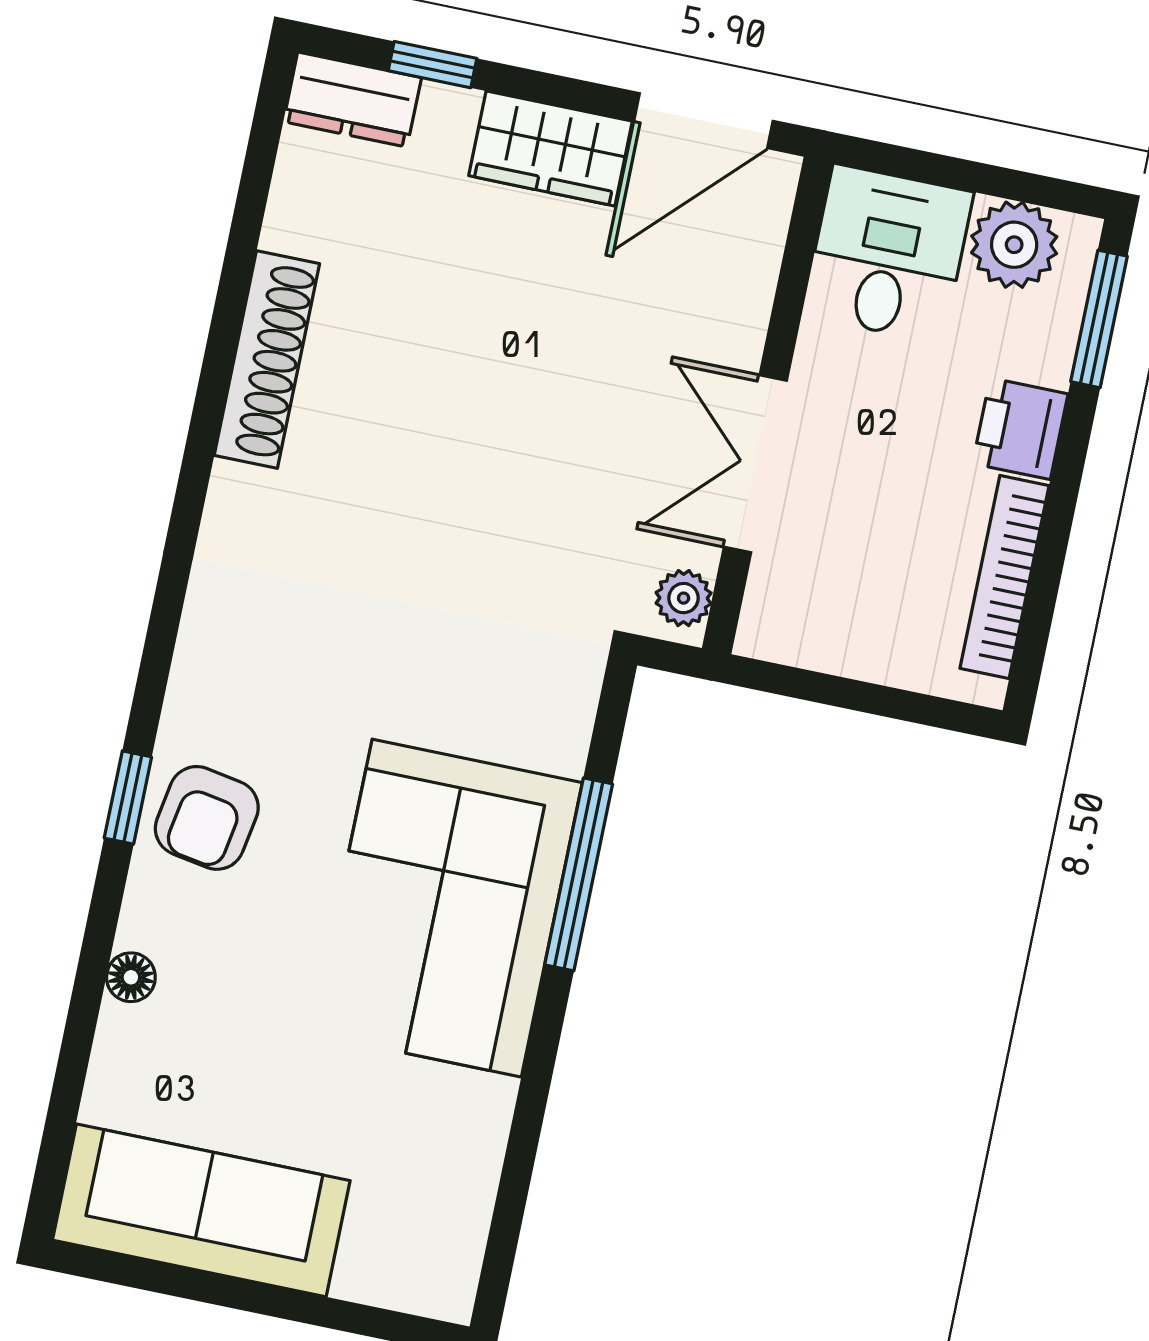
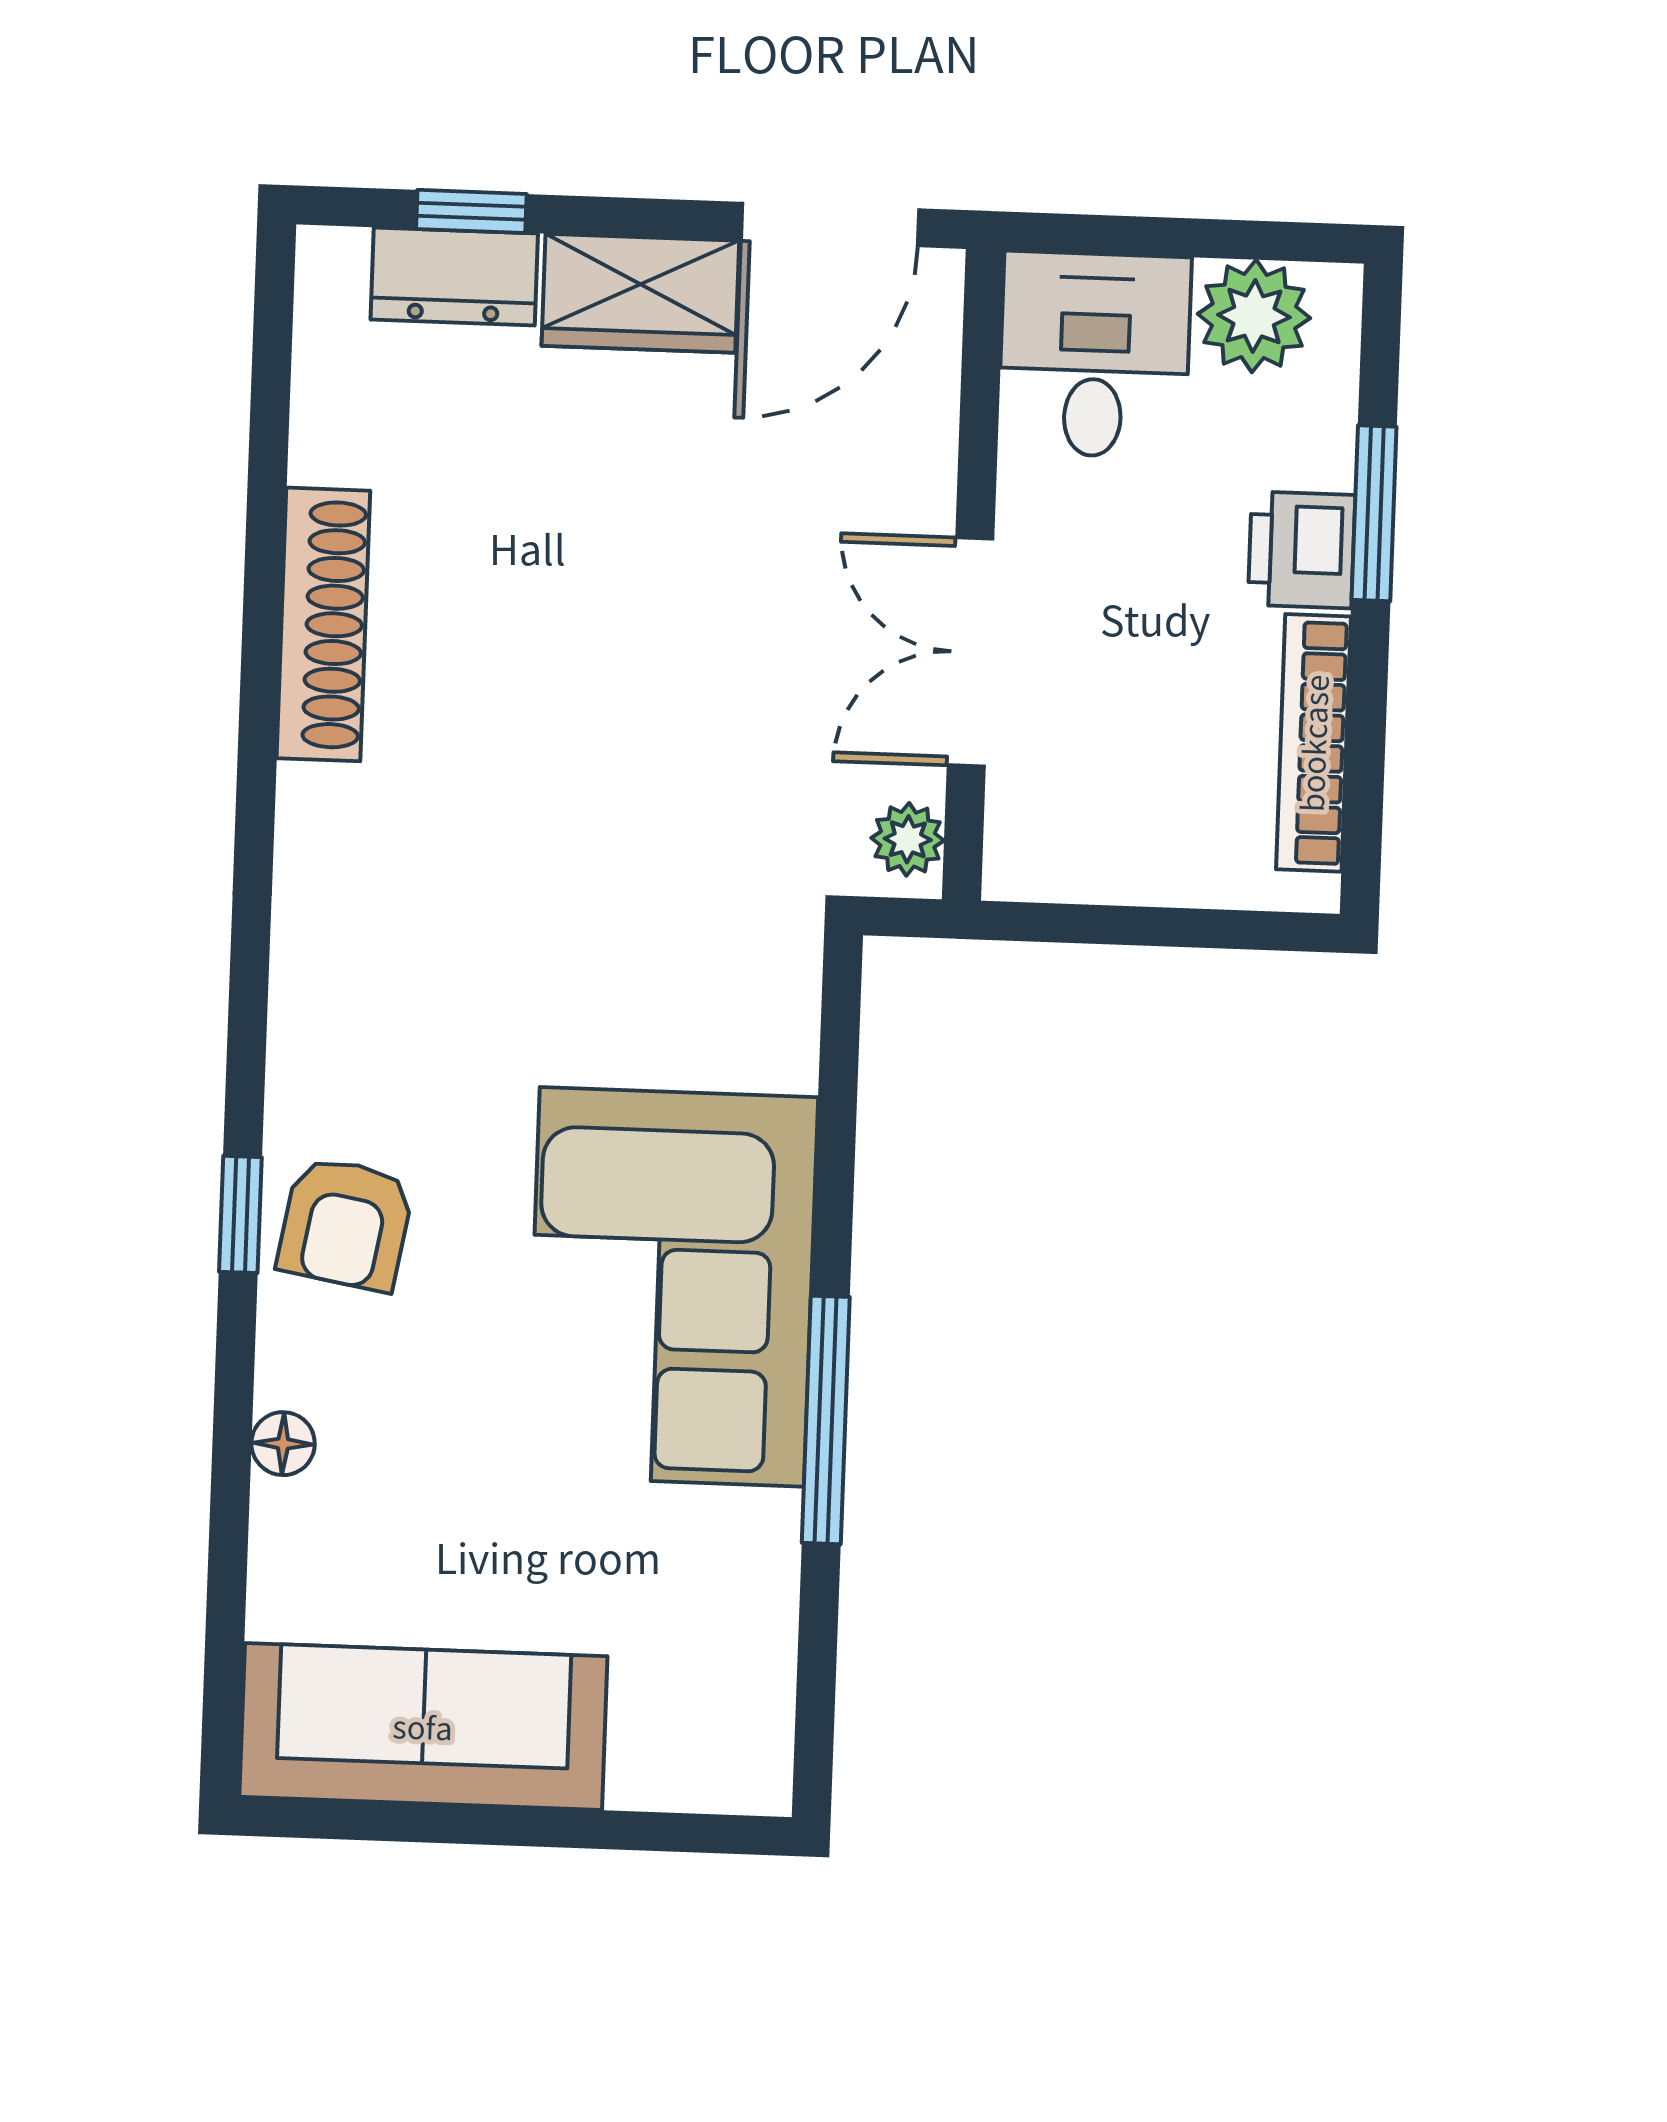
dresser: (352, 100) -> (454, 276), moved
window: (1099, 319) -> (1374, 513), moved
window: (579, 874) -> (826, 1420), moved

